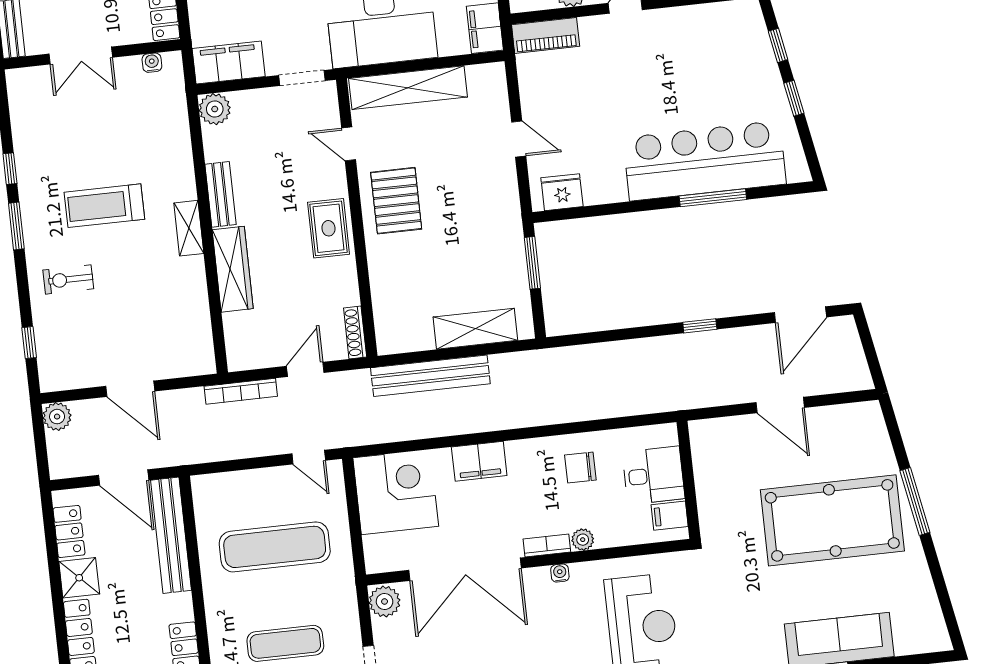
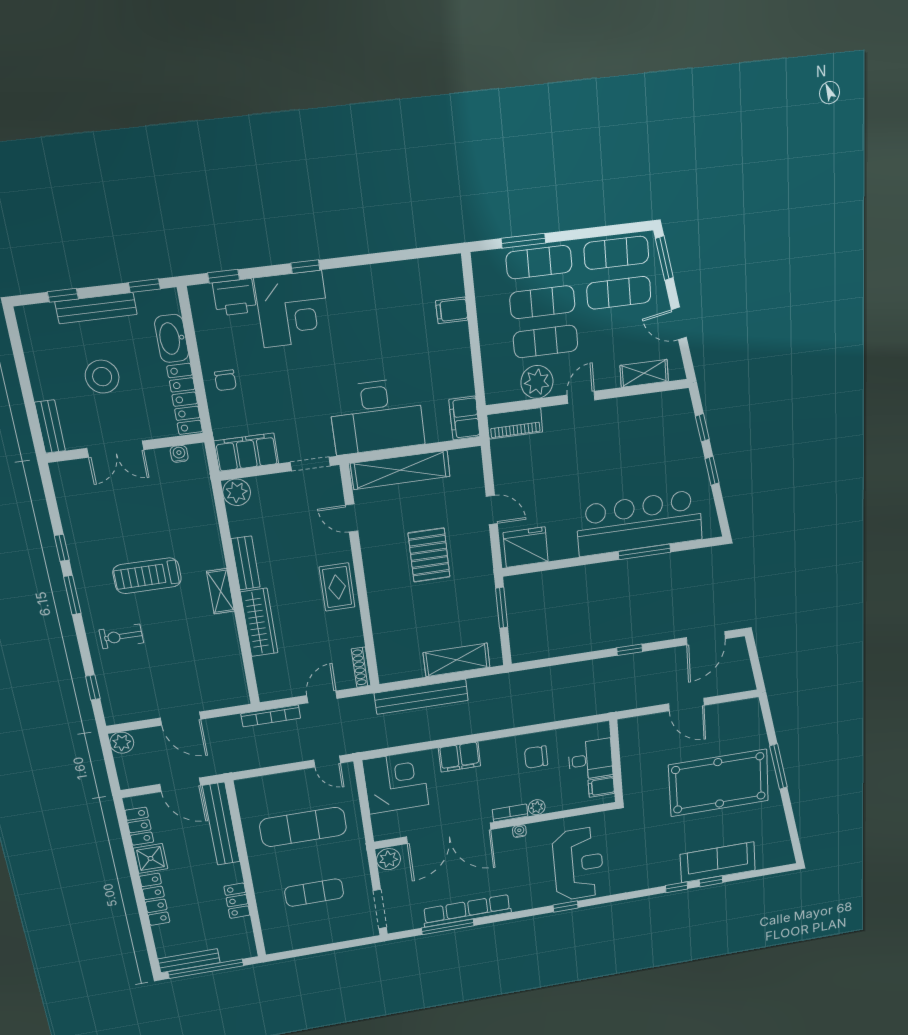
fridge: (562, 192) -> (526, 547), width x1.36, depth x1.34
pallet: (396, 201) -> (429, 555), moved

